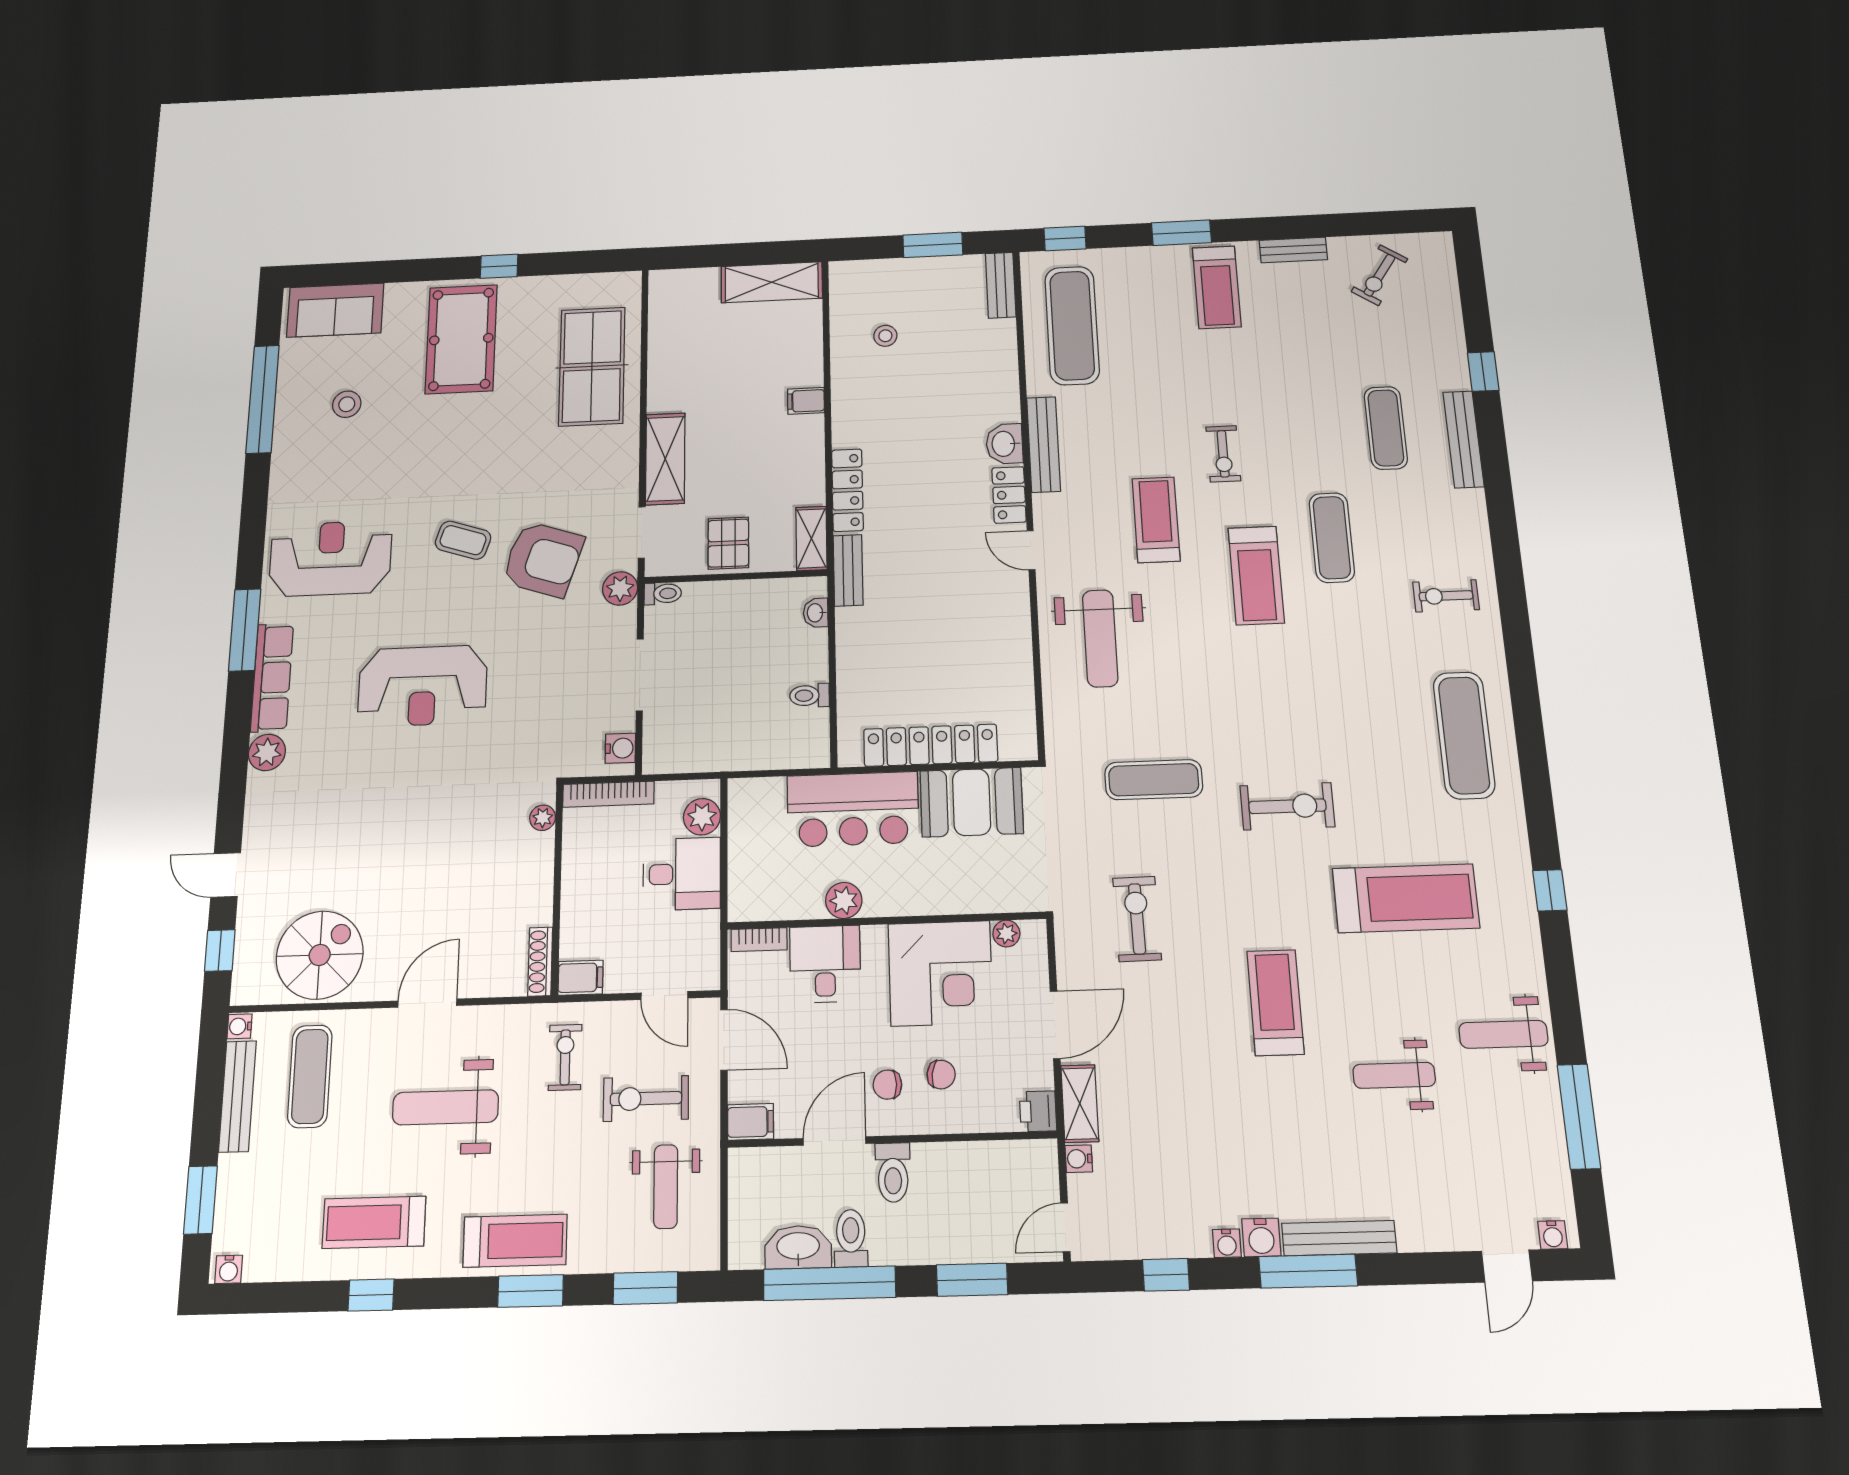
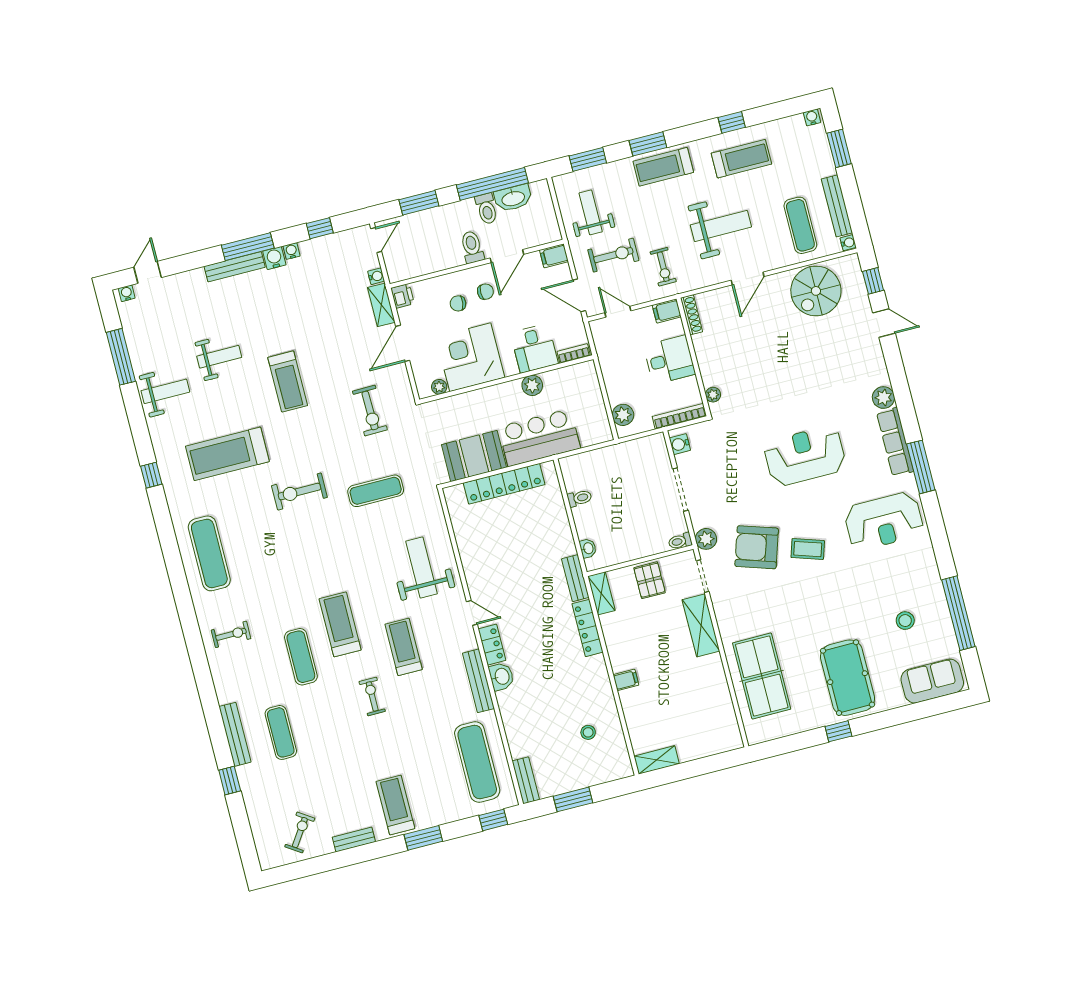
shelving: (772, 282) -> (657, 760), width x0.67, depth x0.75
treadmill: (1156, 520) -> (404, 647), turned 180
desk: (682, 874) -> (669, 360), moved, turned 180

